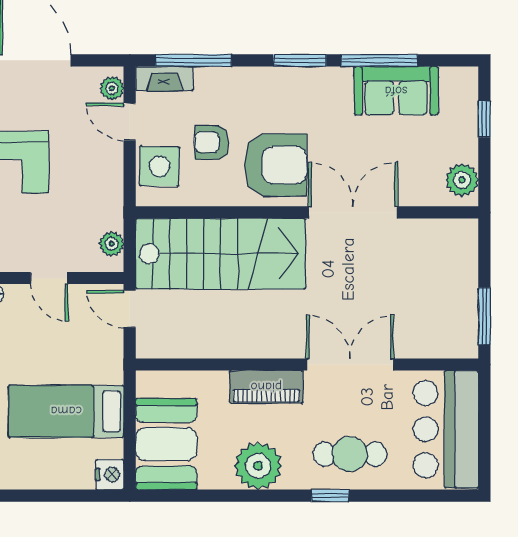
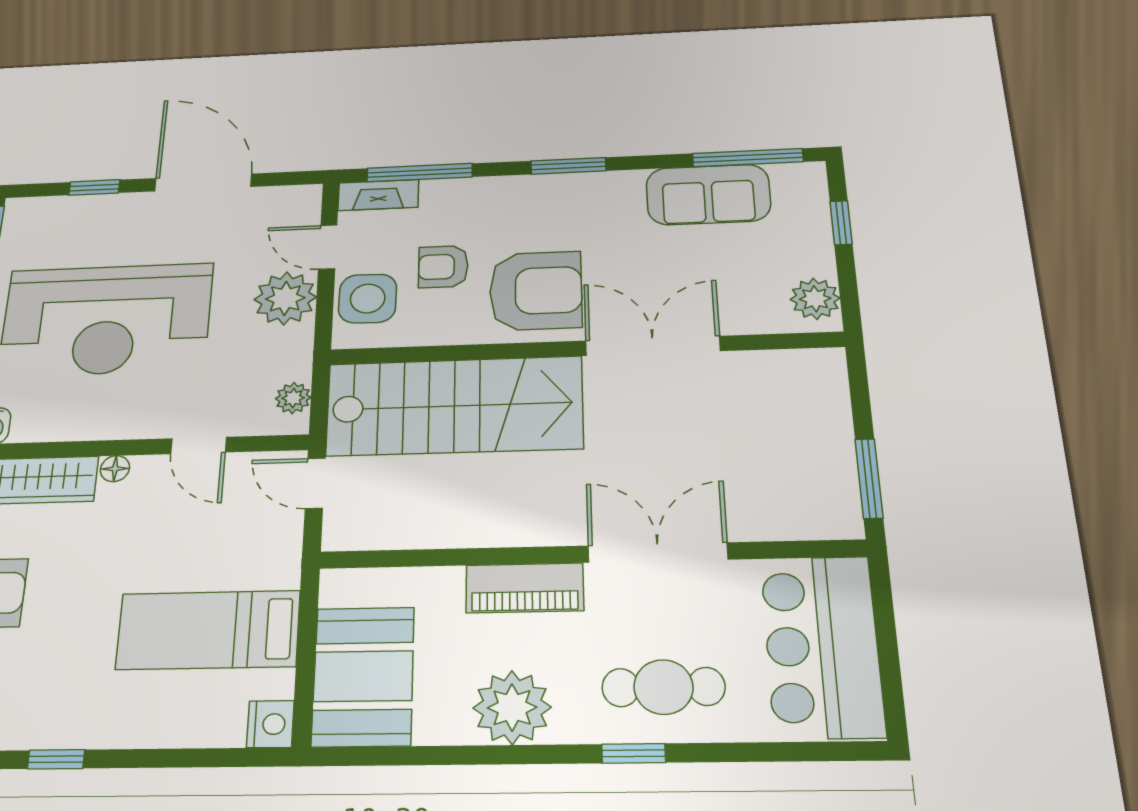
window: (379, 60) -> (748, 158), moved
plant: (112, 88) -> (285, 298), moved, width x1.87, depth x1.87

